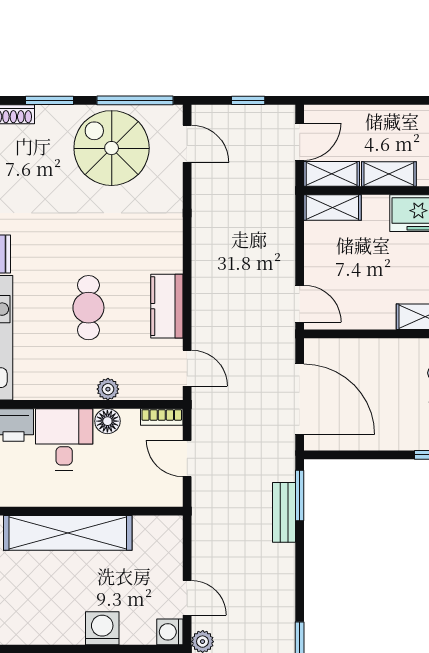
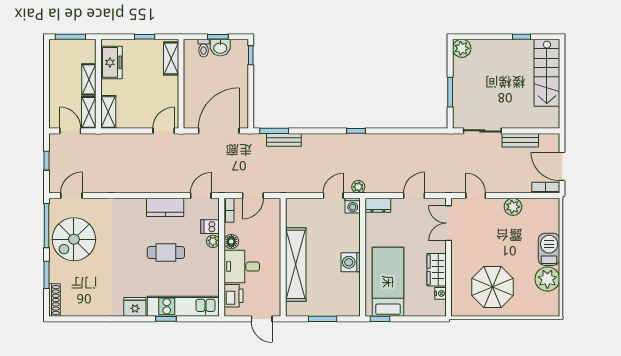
dishwasher: (133, 384) -> (210, 227), added
washing machine: (102, 628) -> (351, 262), moved

